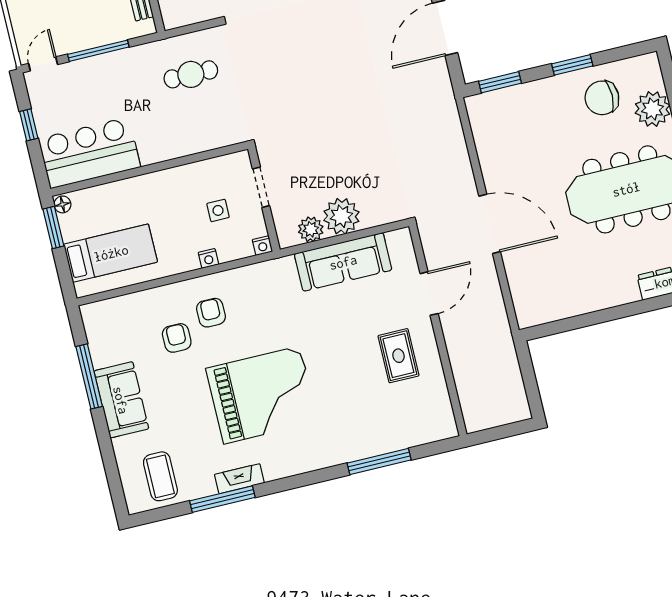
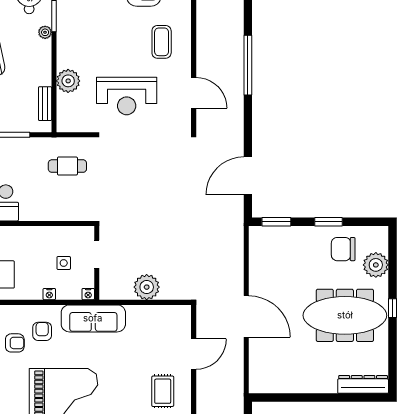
plant: (311, 229) -> (124, 291), removed
sofa: (343, 262) -> (93, 318), moved
armchair: (177, 338) -> (15, 343), turned 90

